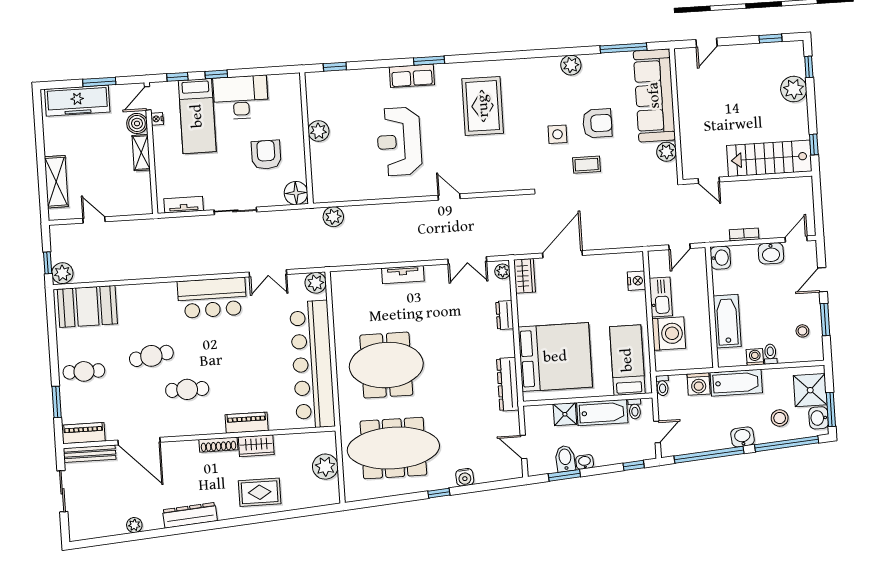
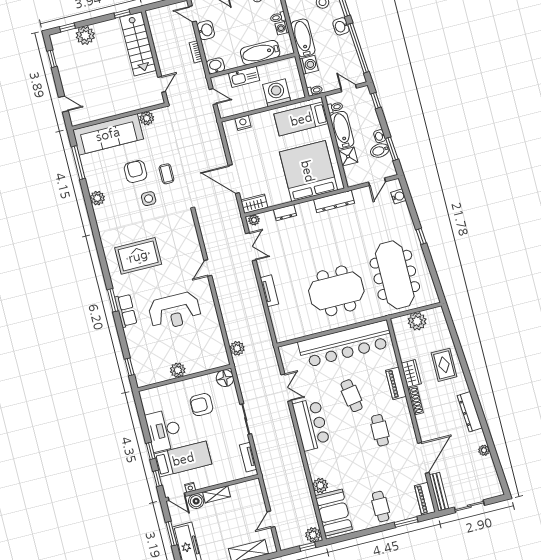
plant: (316, 283) -> (320, 485), moved
kitchen sink: (661, 297) -> (244, 77), moved, turned 180
cafe table: (151, 356) -> (352, 396), moved
meeting table: (386, 365) -> (336, 291), turned 90
water cooler: (465, 477) -> (399, 196), moved

